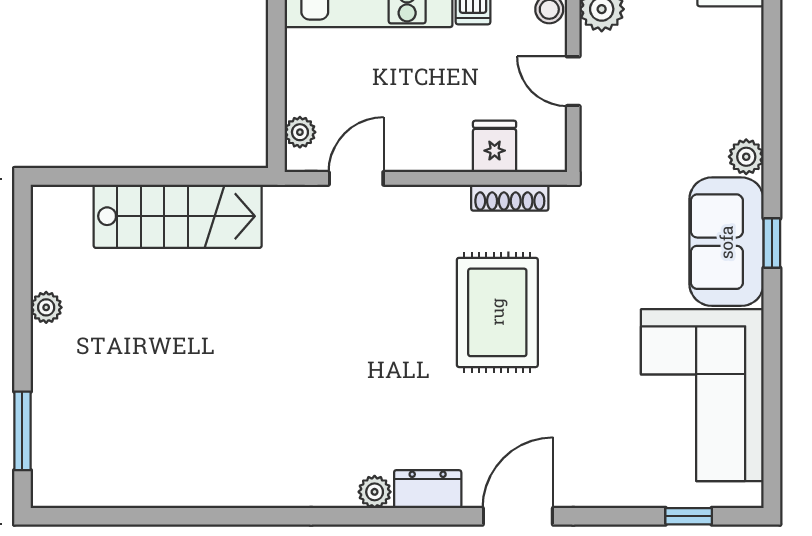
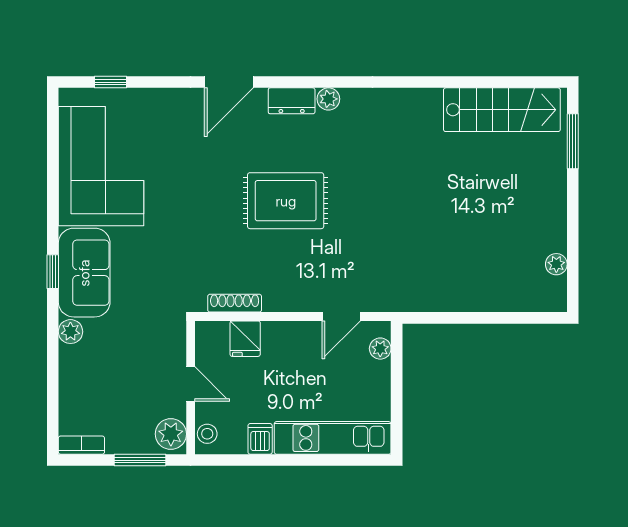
stairs: (178, 216) -> (502, 110), moved, turned 180
plant: (46, 307) -> (556, 264), moved
rug: (497, 312) -> (286, 201), moved, turned 90

